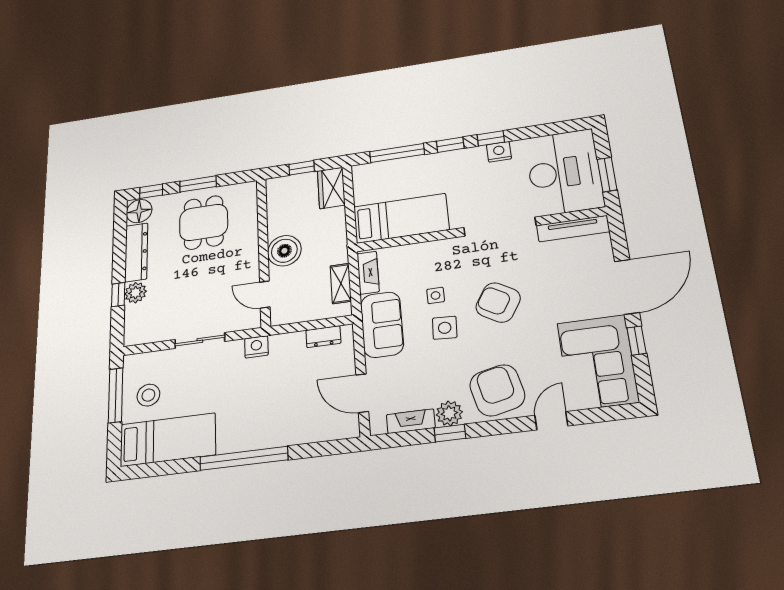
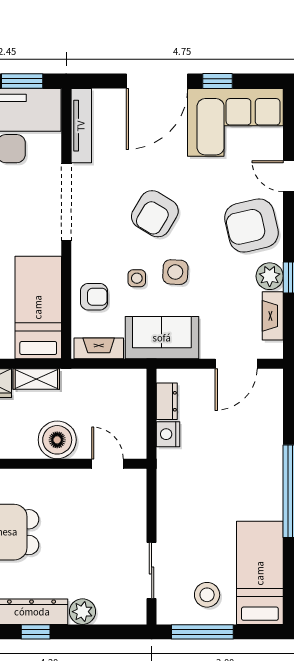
armchair: (415, 262) -> (94, 297), added
shelving: (341, 283) -> (36, 379), moved
door: (627, 287) -> (157, 81), swing flipped
window: (118, 295) -> (36, 632), moved
door: (265, 295) -> (108, 464), swing flipped
sliding door: (200, 341) -> (152, 571), moved
nightstand: (256, 347) -> (168, 434), moved

